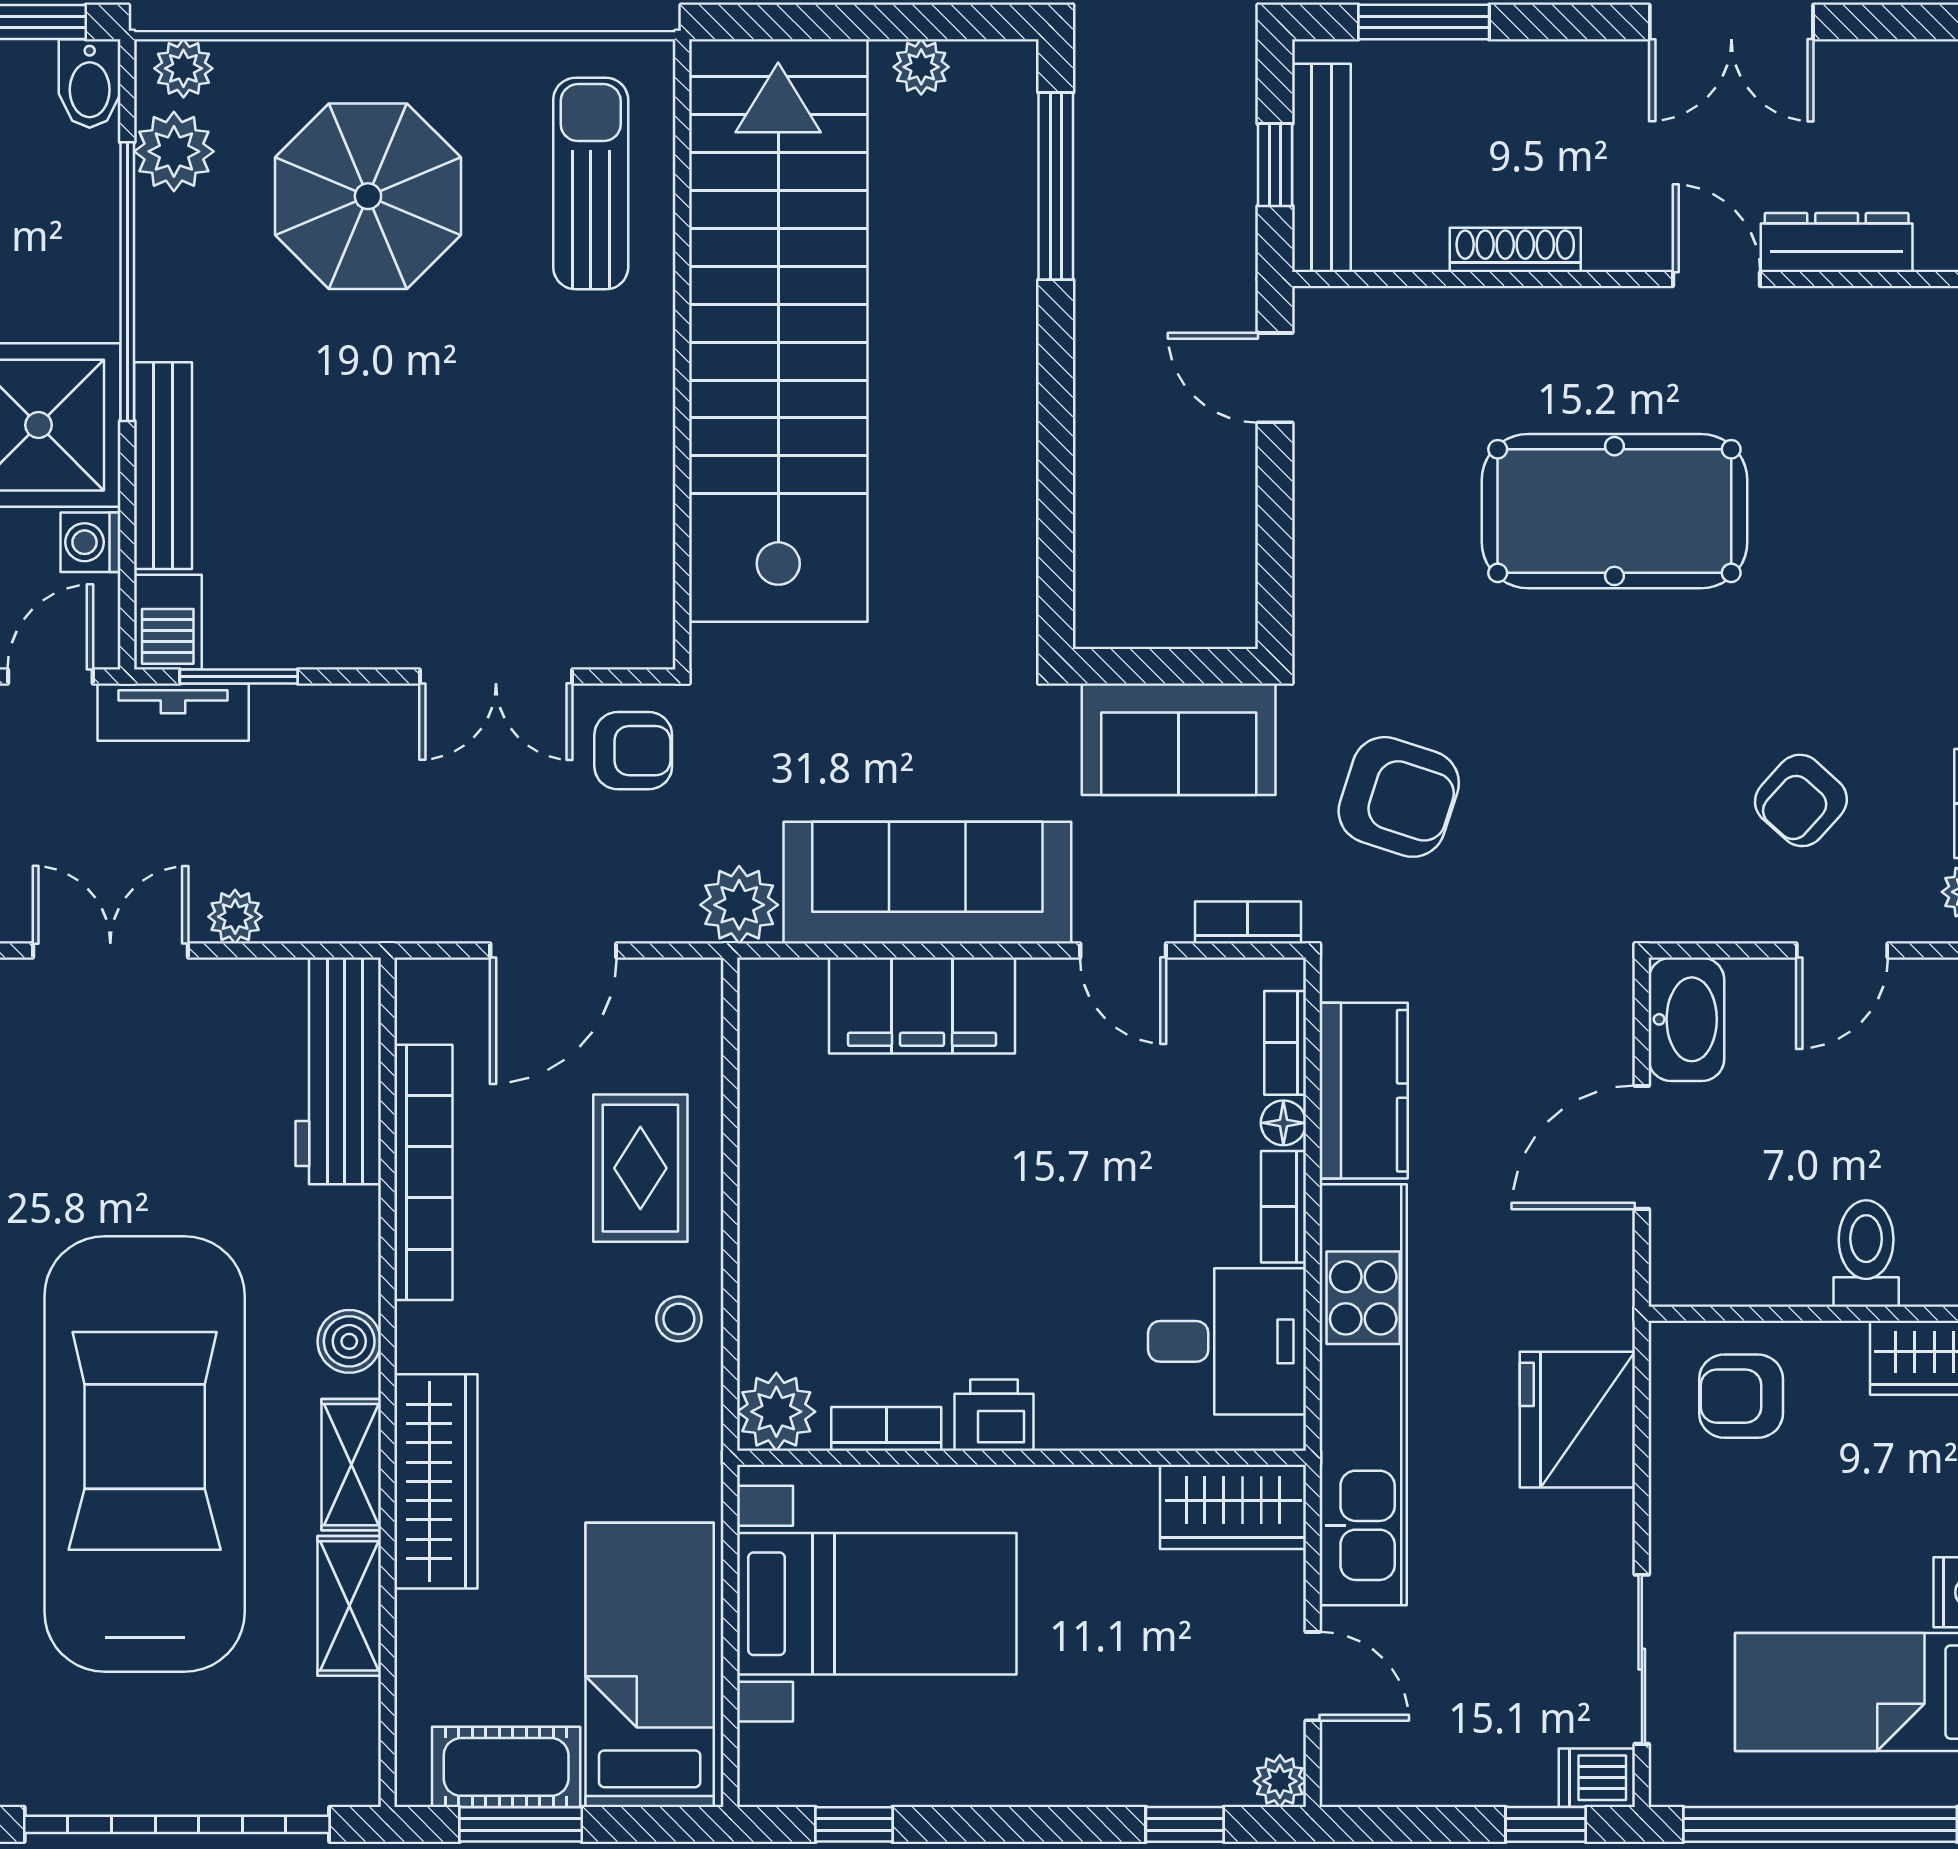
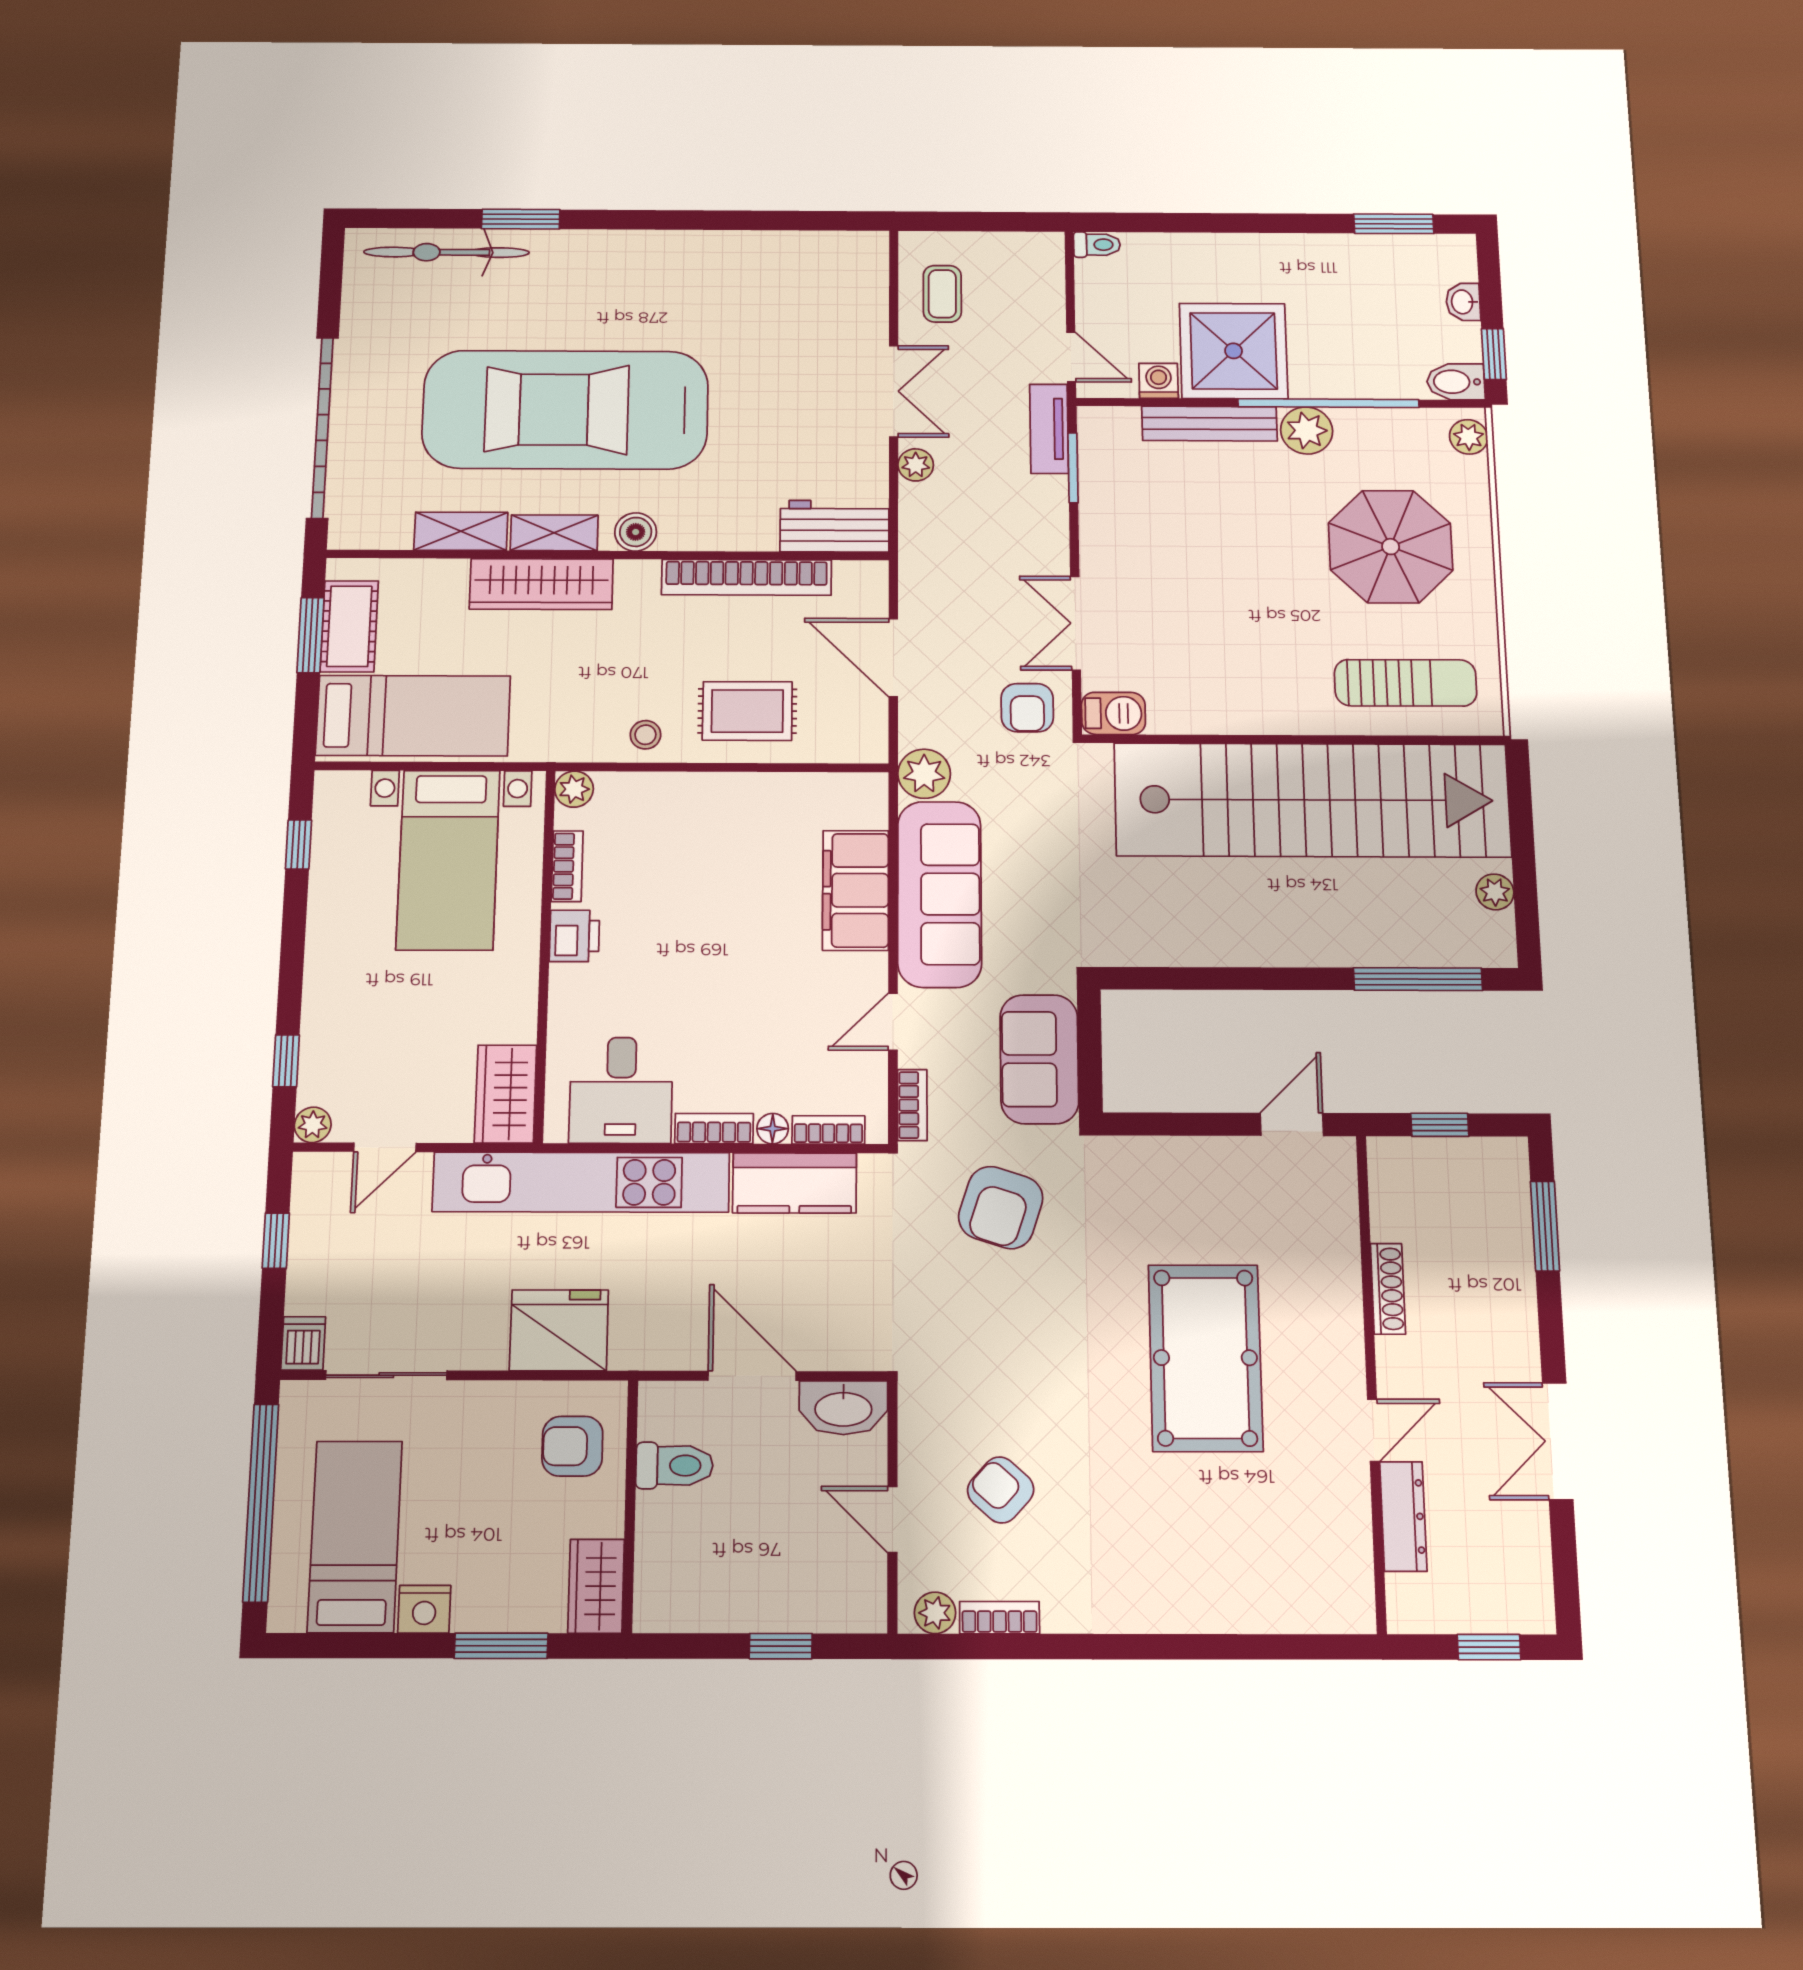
plant: (174, 151) -> (1307, 430), moved
bench: (1321, 168) -> (1439, 1156), removed
barbecue: (168, 622) -> (1113, 713), moved, turned 180
workbench: (338, 1071) -> (835, 526), width x0.73
toilet: (1866, 1254) -> (674, 1466), moved
armchair: (1741, 1396) -> (572, 1446), turned -90
plant: (776, 1412) -> (574, 789), width x0.73, depth x0.73
car: (145, 1454) -> (565, 410), turned 180
window: (1546, 1824) -> (276, 1241), moved

